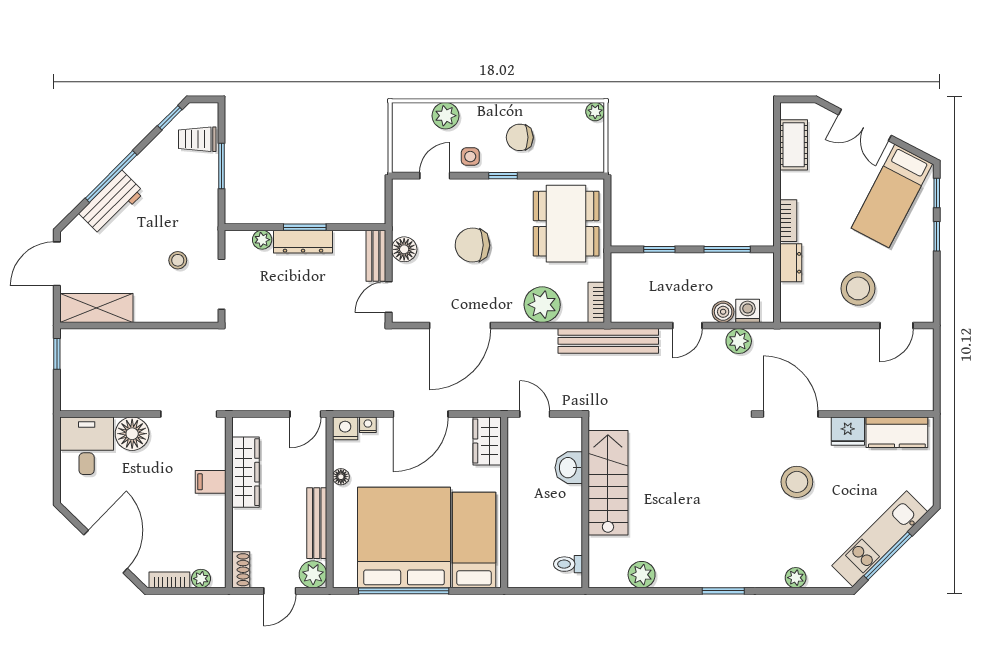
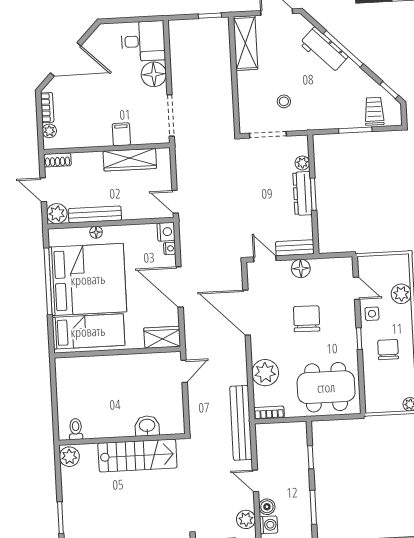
washbasin: (569, 468) -> (147, 426), moved
floor lamp: (341, 477) -> (96, 232), moved
stairs: (608, 483) -> (137, 455), moved
wall: (585, 502) -> (122, 439), moved
toilet: (568, 564) -> (76, 429), moved

